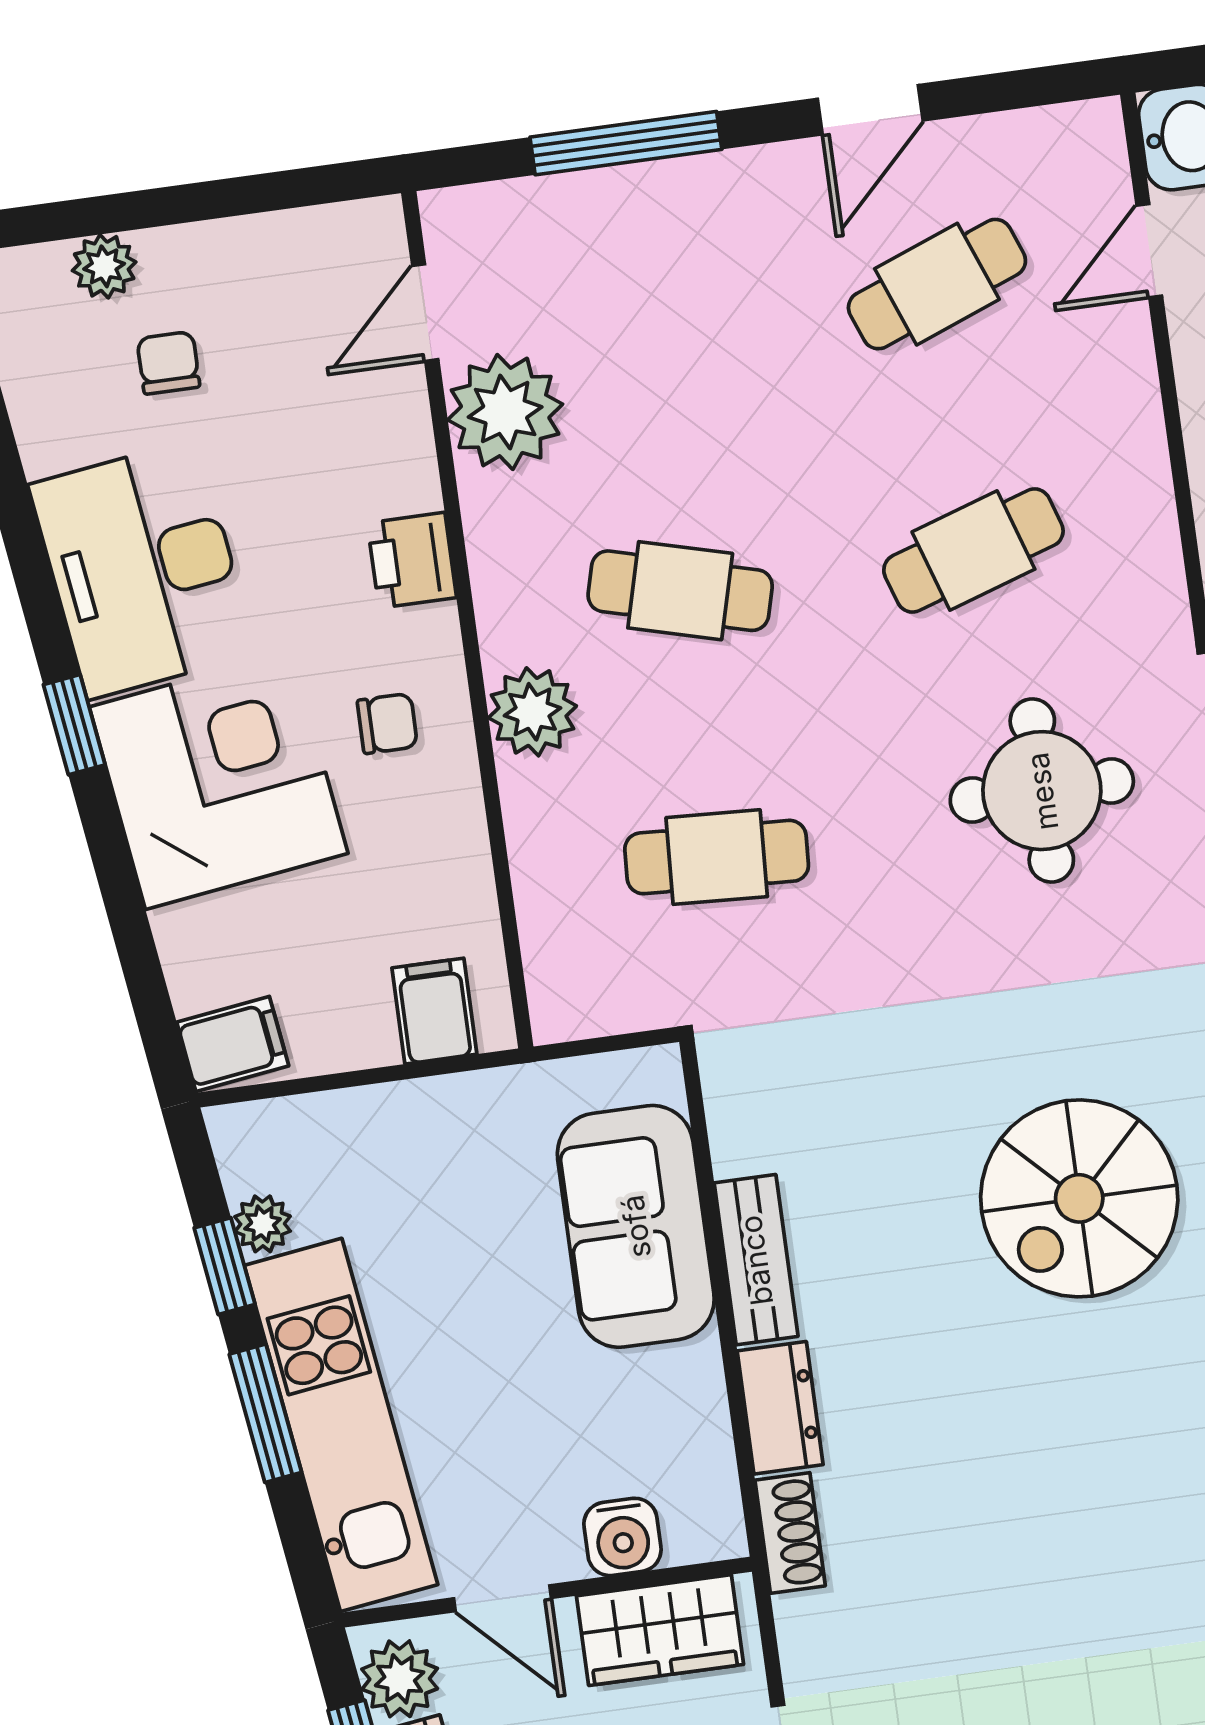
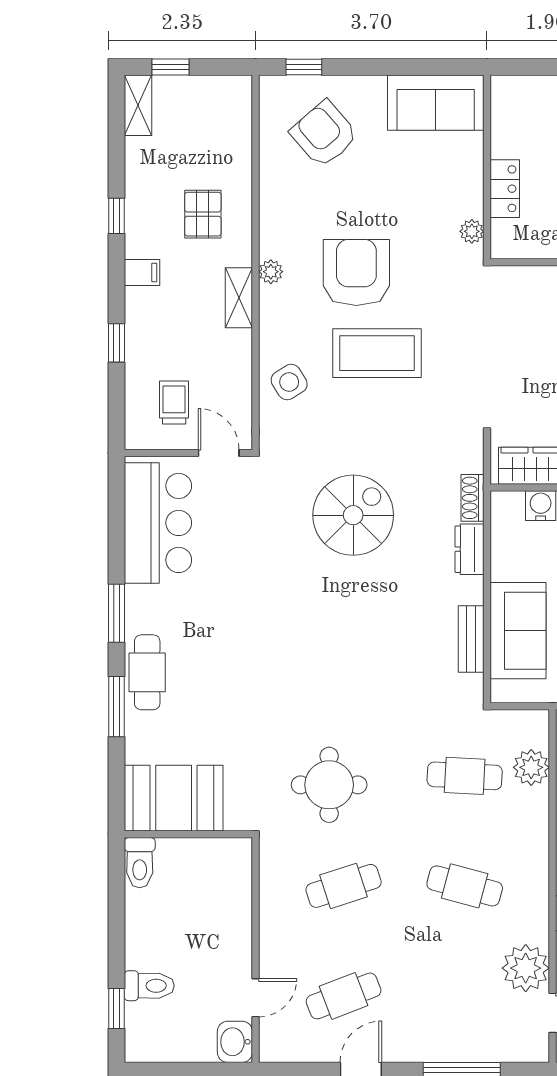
plant: (533, 712) -> (531, 767), moved
spiral stairs: (1079, 1198) -> (353, 515), moved
bench: (756, 1260) -> (471, 639), moved

